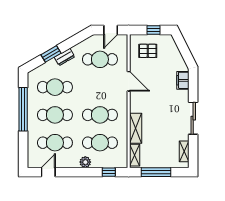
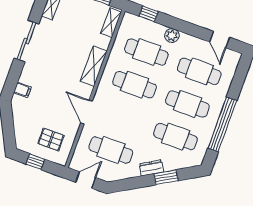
filing cabinet: (183, 80) -> (22, 90), width x0.50
shelving: (136, 128) -> (94, 66), moved
door: (48, 172) -> (220, 40), hinge flipped

